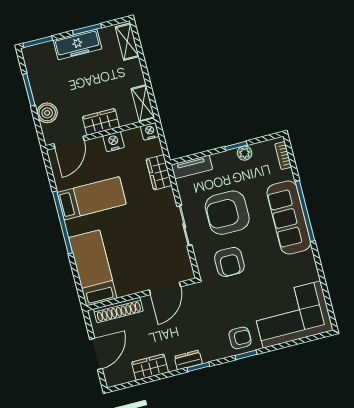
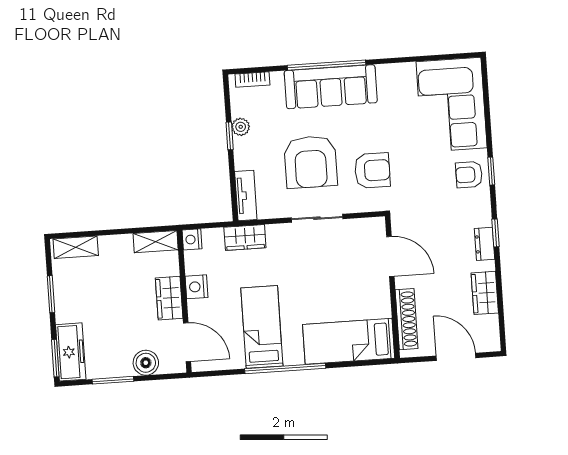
freezer: (78, 44) -> (71, 352), moved
armchair: (240, 338) -> (469, 175), turned -90

